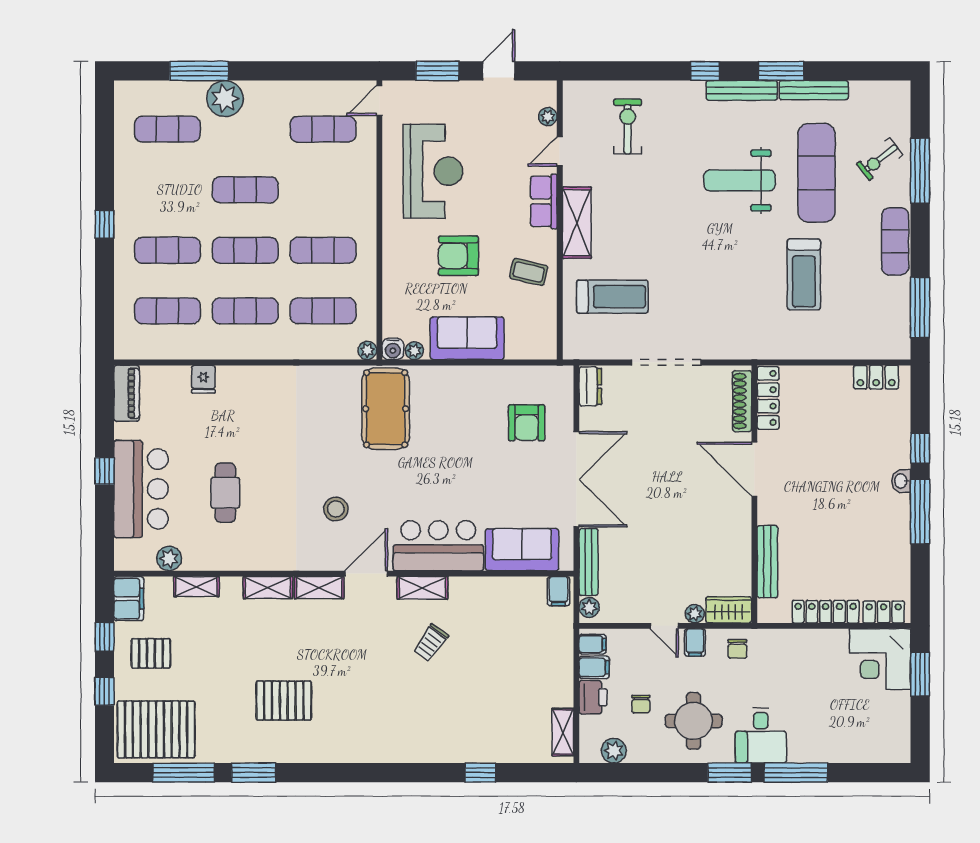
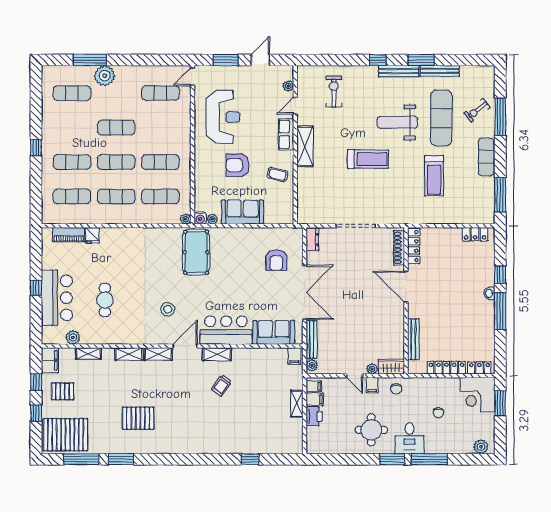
treadmill: (612, 297) -> (368, 159), moved
piano: (127, 393) -> (69, 235), moved, turned 90
chair: (641, 704) -> (438, 413), moved
shelving: (563, 732) -> (297, 403), moved
plant: (614, 751) -> (481, 447), moved

